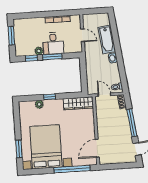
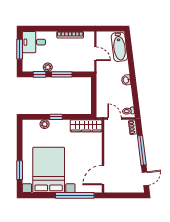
bathtub: (107, 39) -> (119, 47), moved
desk: (53, 43) -> (34, 42), moved, turned 90

